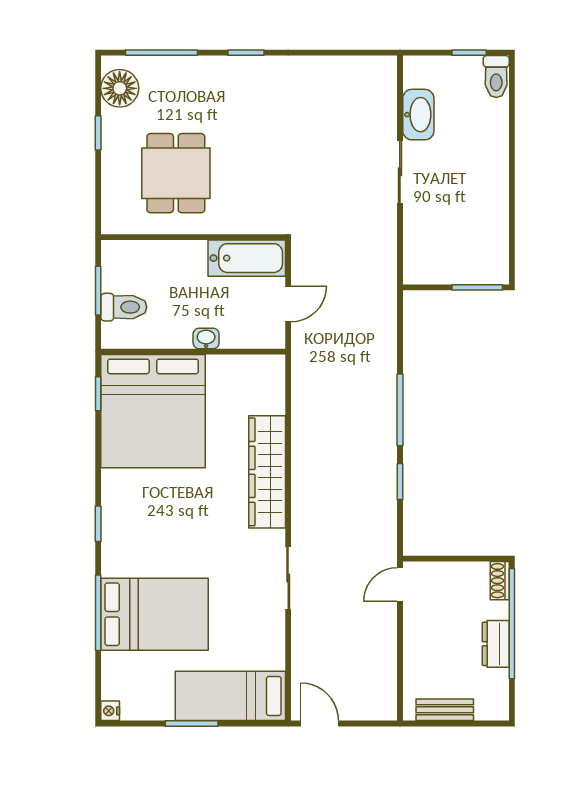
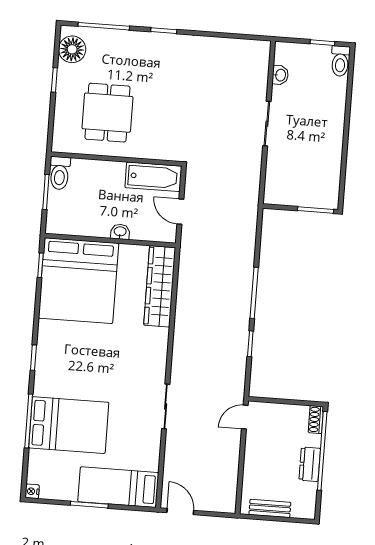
washbasin: (418, 115) -> (280, 75), width x0.52, depth x0.69
door: (288, 304) -> (180, 212), swing flipped
toilet: (124, 307) -> (60, 173), moved, turned 90
wardrobe: (267, 472) -> (160, 286), moved

